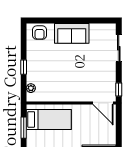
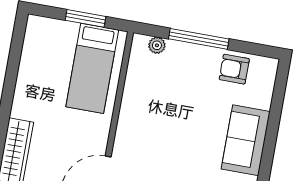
armchair: (40, 33) -> (234, 69), moved
window: (24, 67) -> (199, 39), width x2.17

